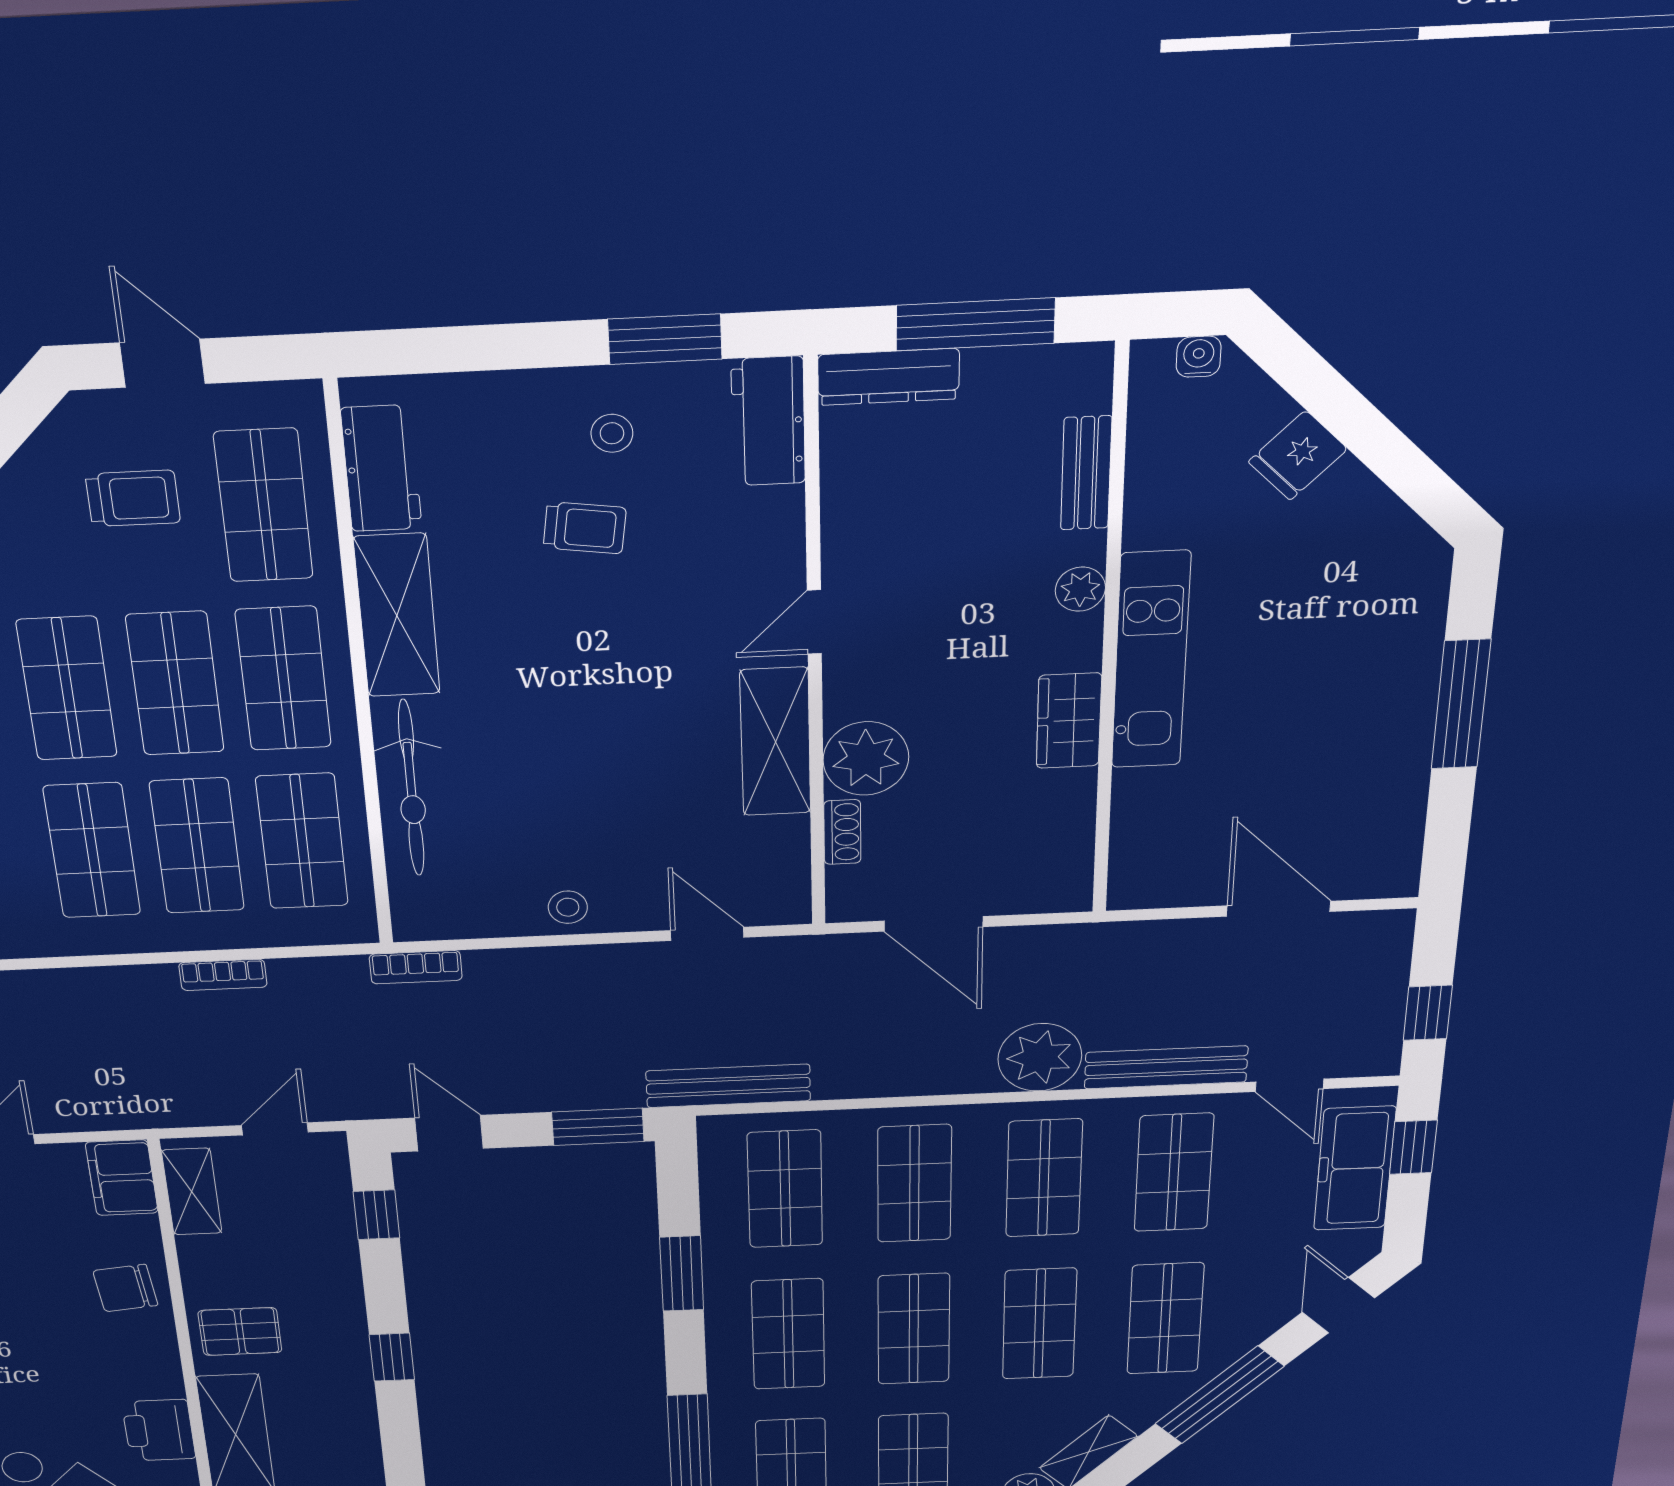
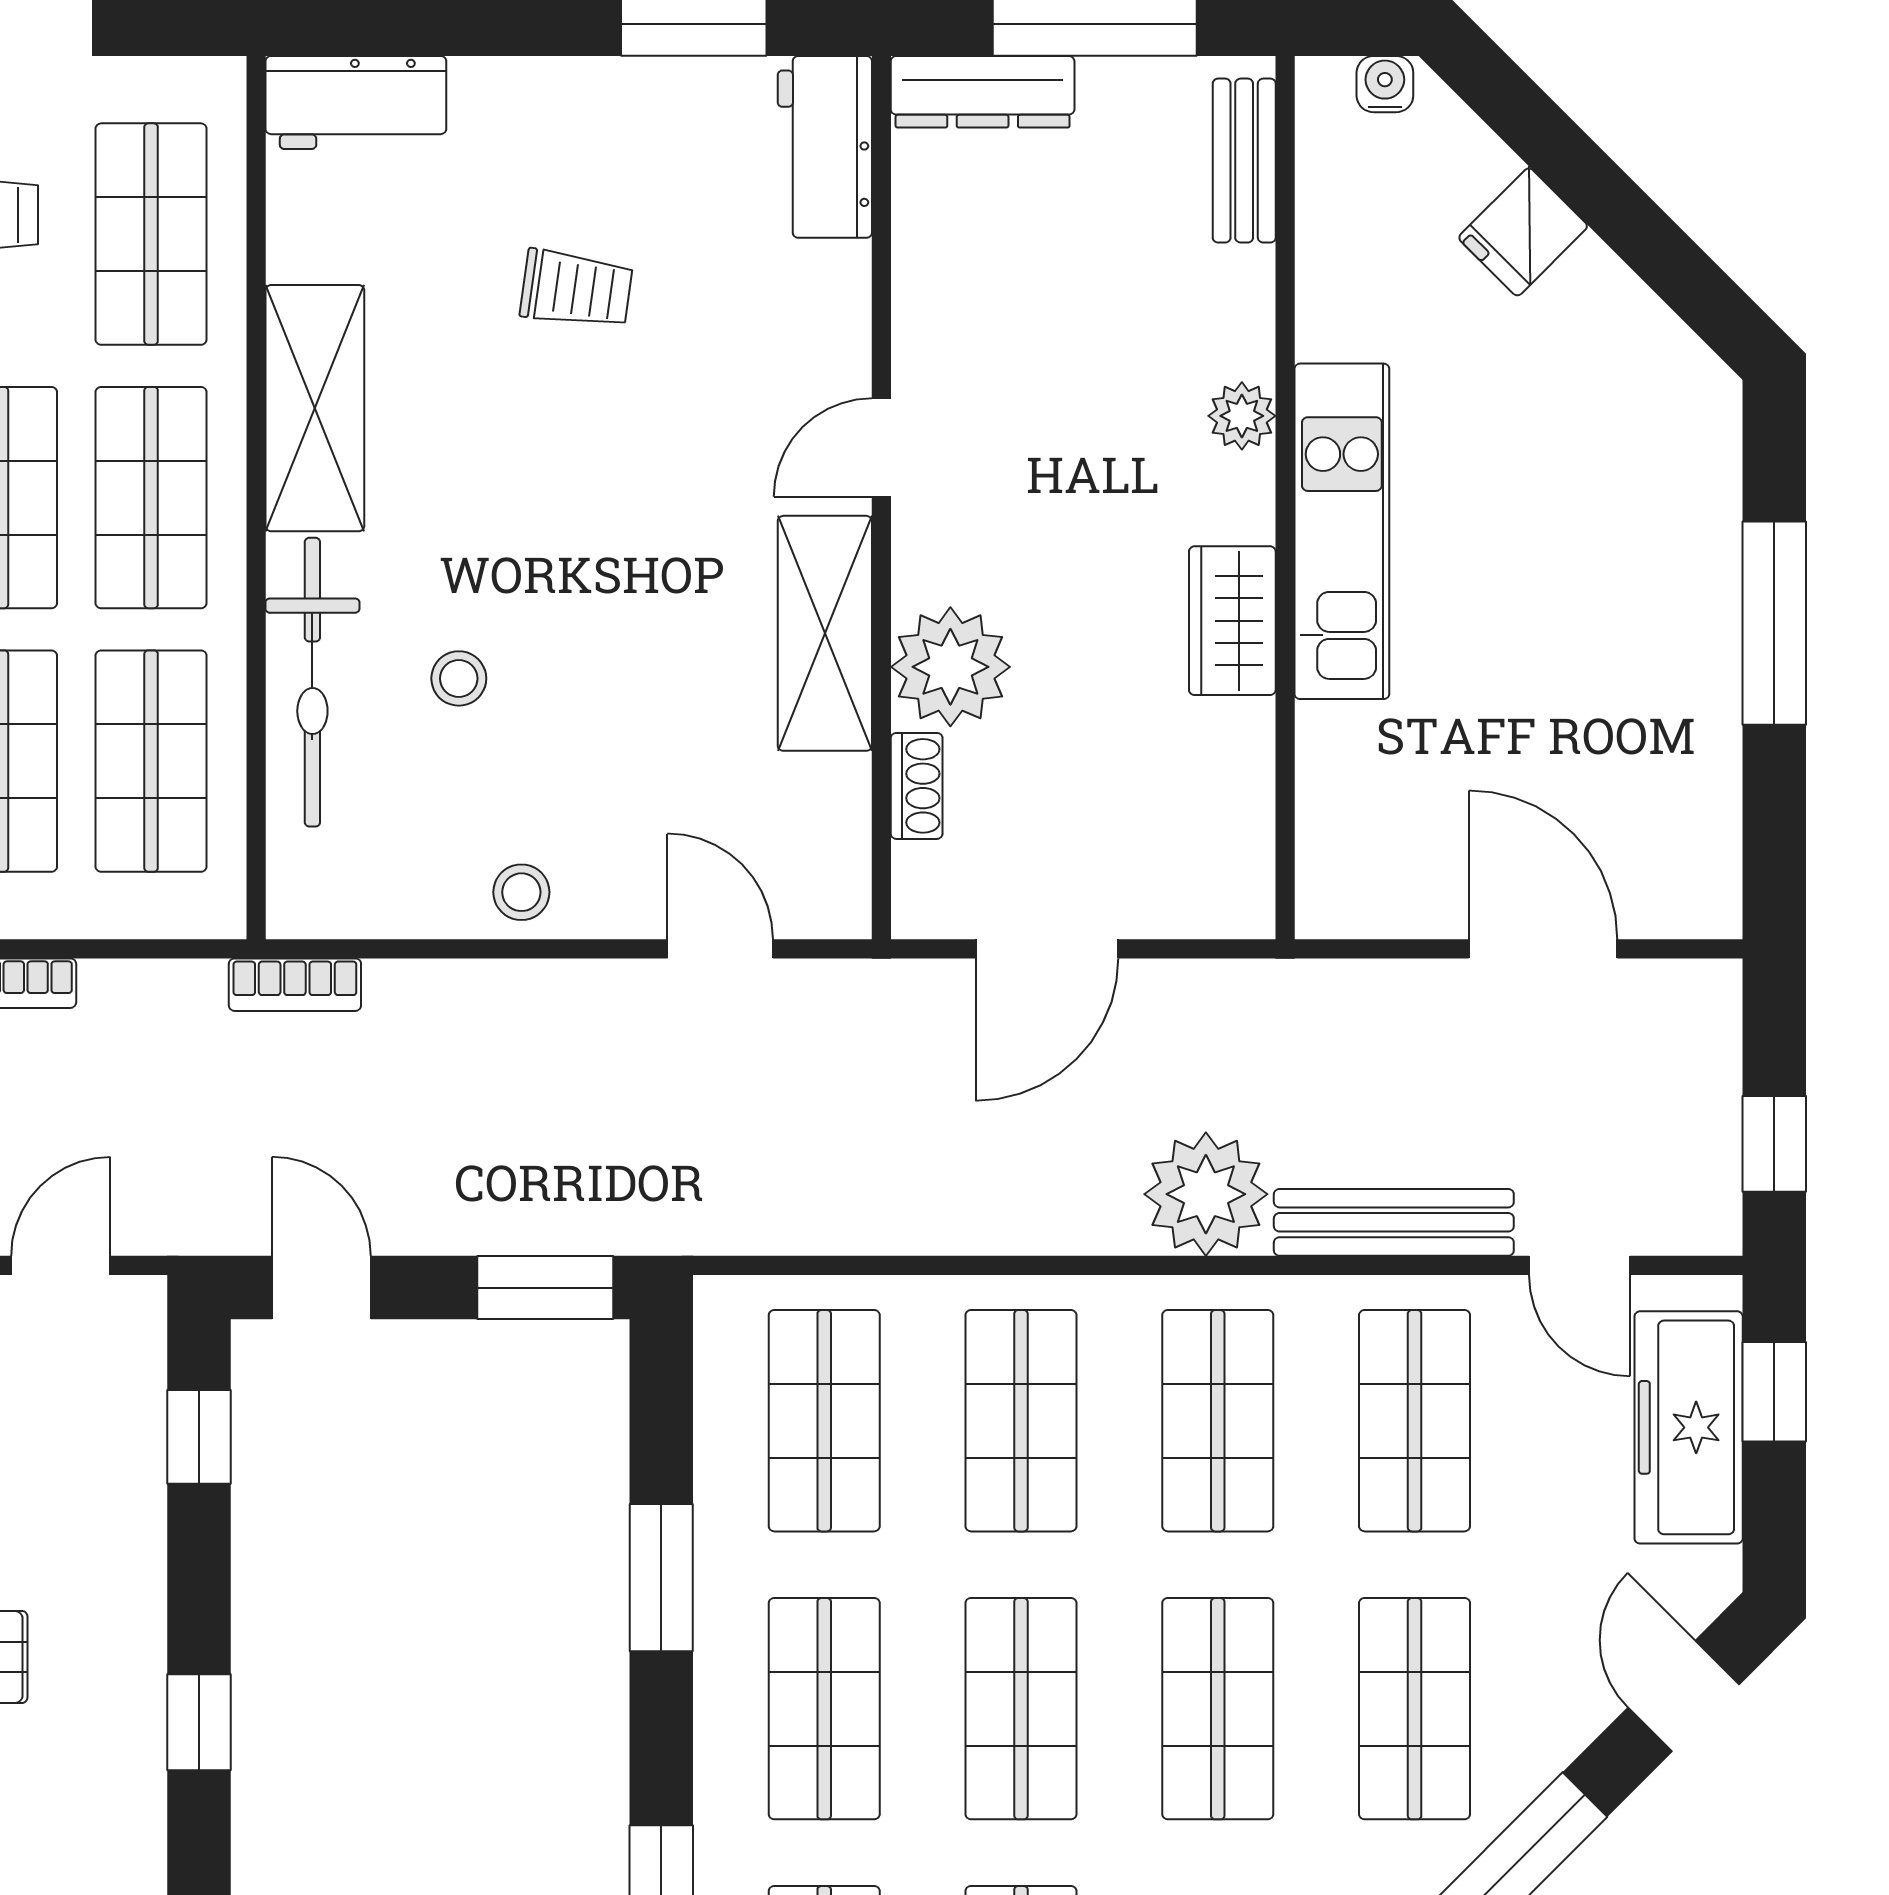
stool: (612, 433) -> (459, 678), moved
workbench: (381, 468) -> (356, 103), moved, turned 90
bench: (1086, 473) -> (1244, 161), moved
door: (934, 924) -> (1047, 949), hinge flipped
bench: (728, 1086) -> (743, 1222), removed

